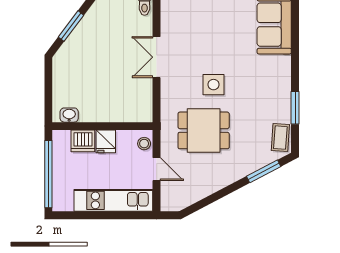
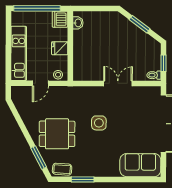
dining table: (204, 130) -> (57, 134), moved, turned 90
dishwasher: (83, 141) -> (60, 19), moved

